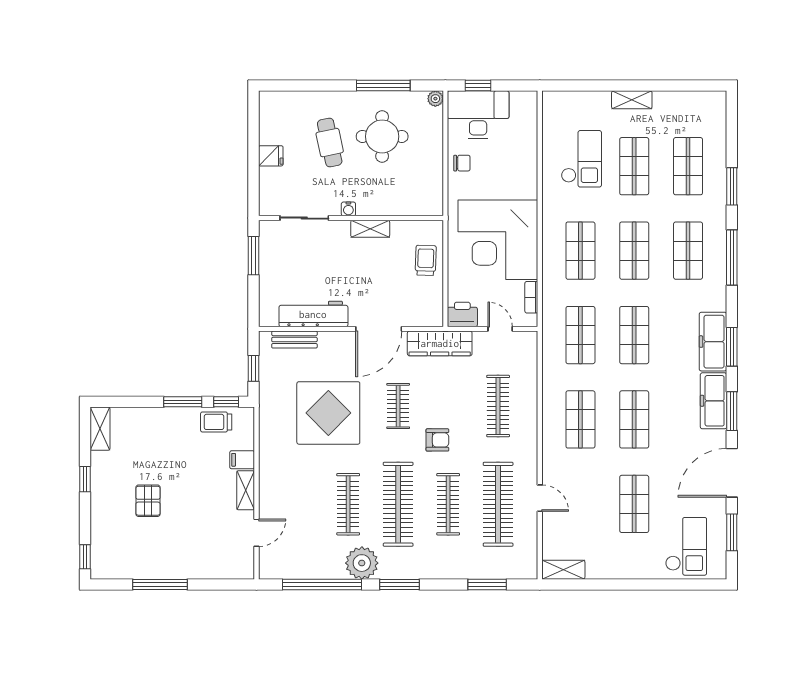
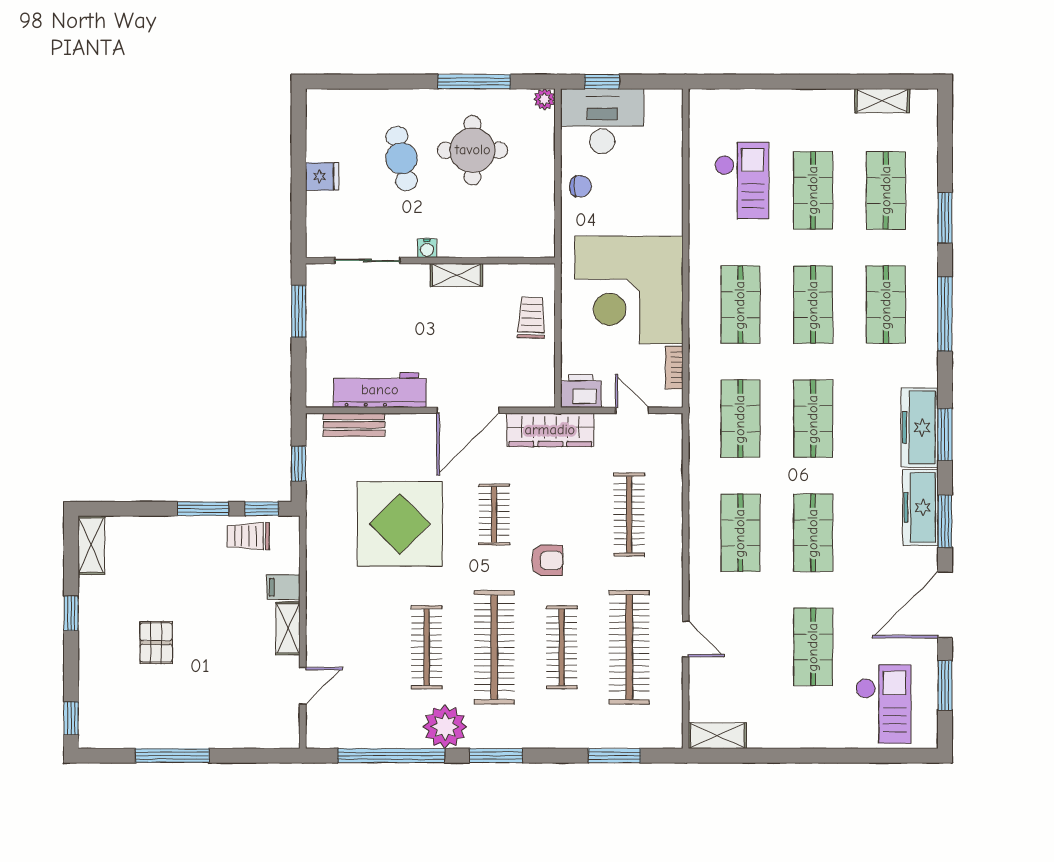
shelving: (632, 100) -> (882, 101), moved

